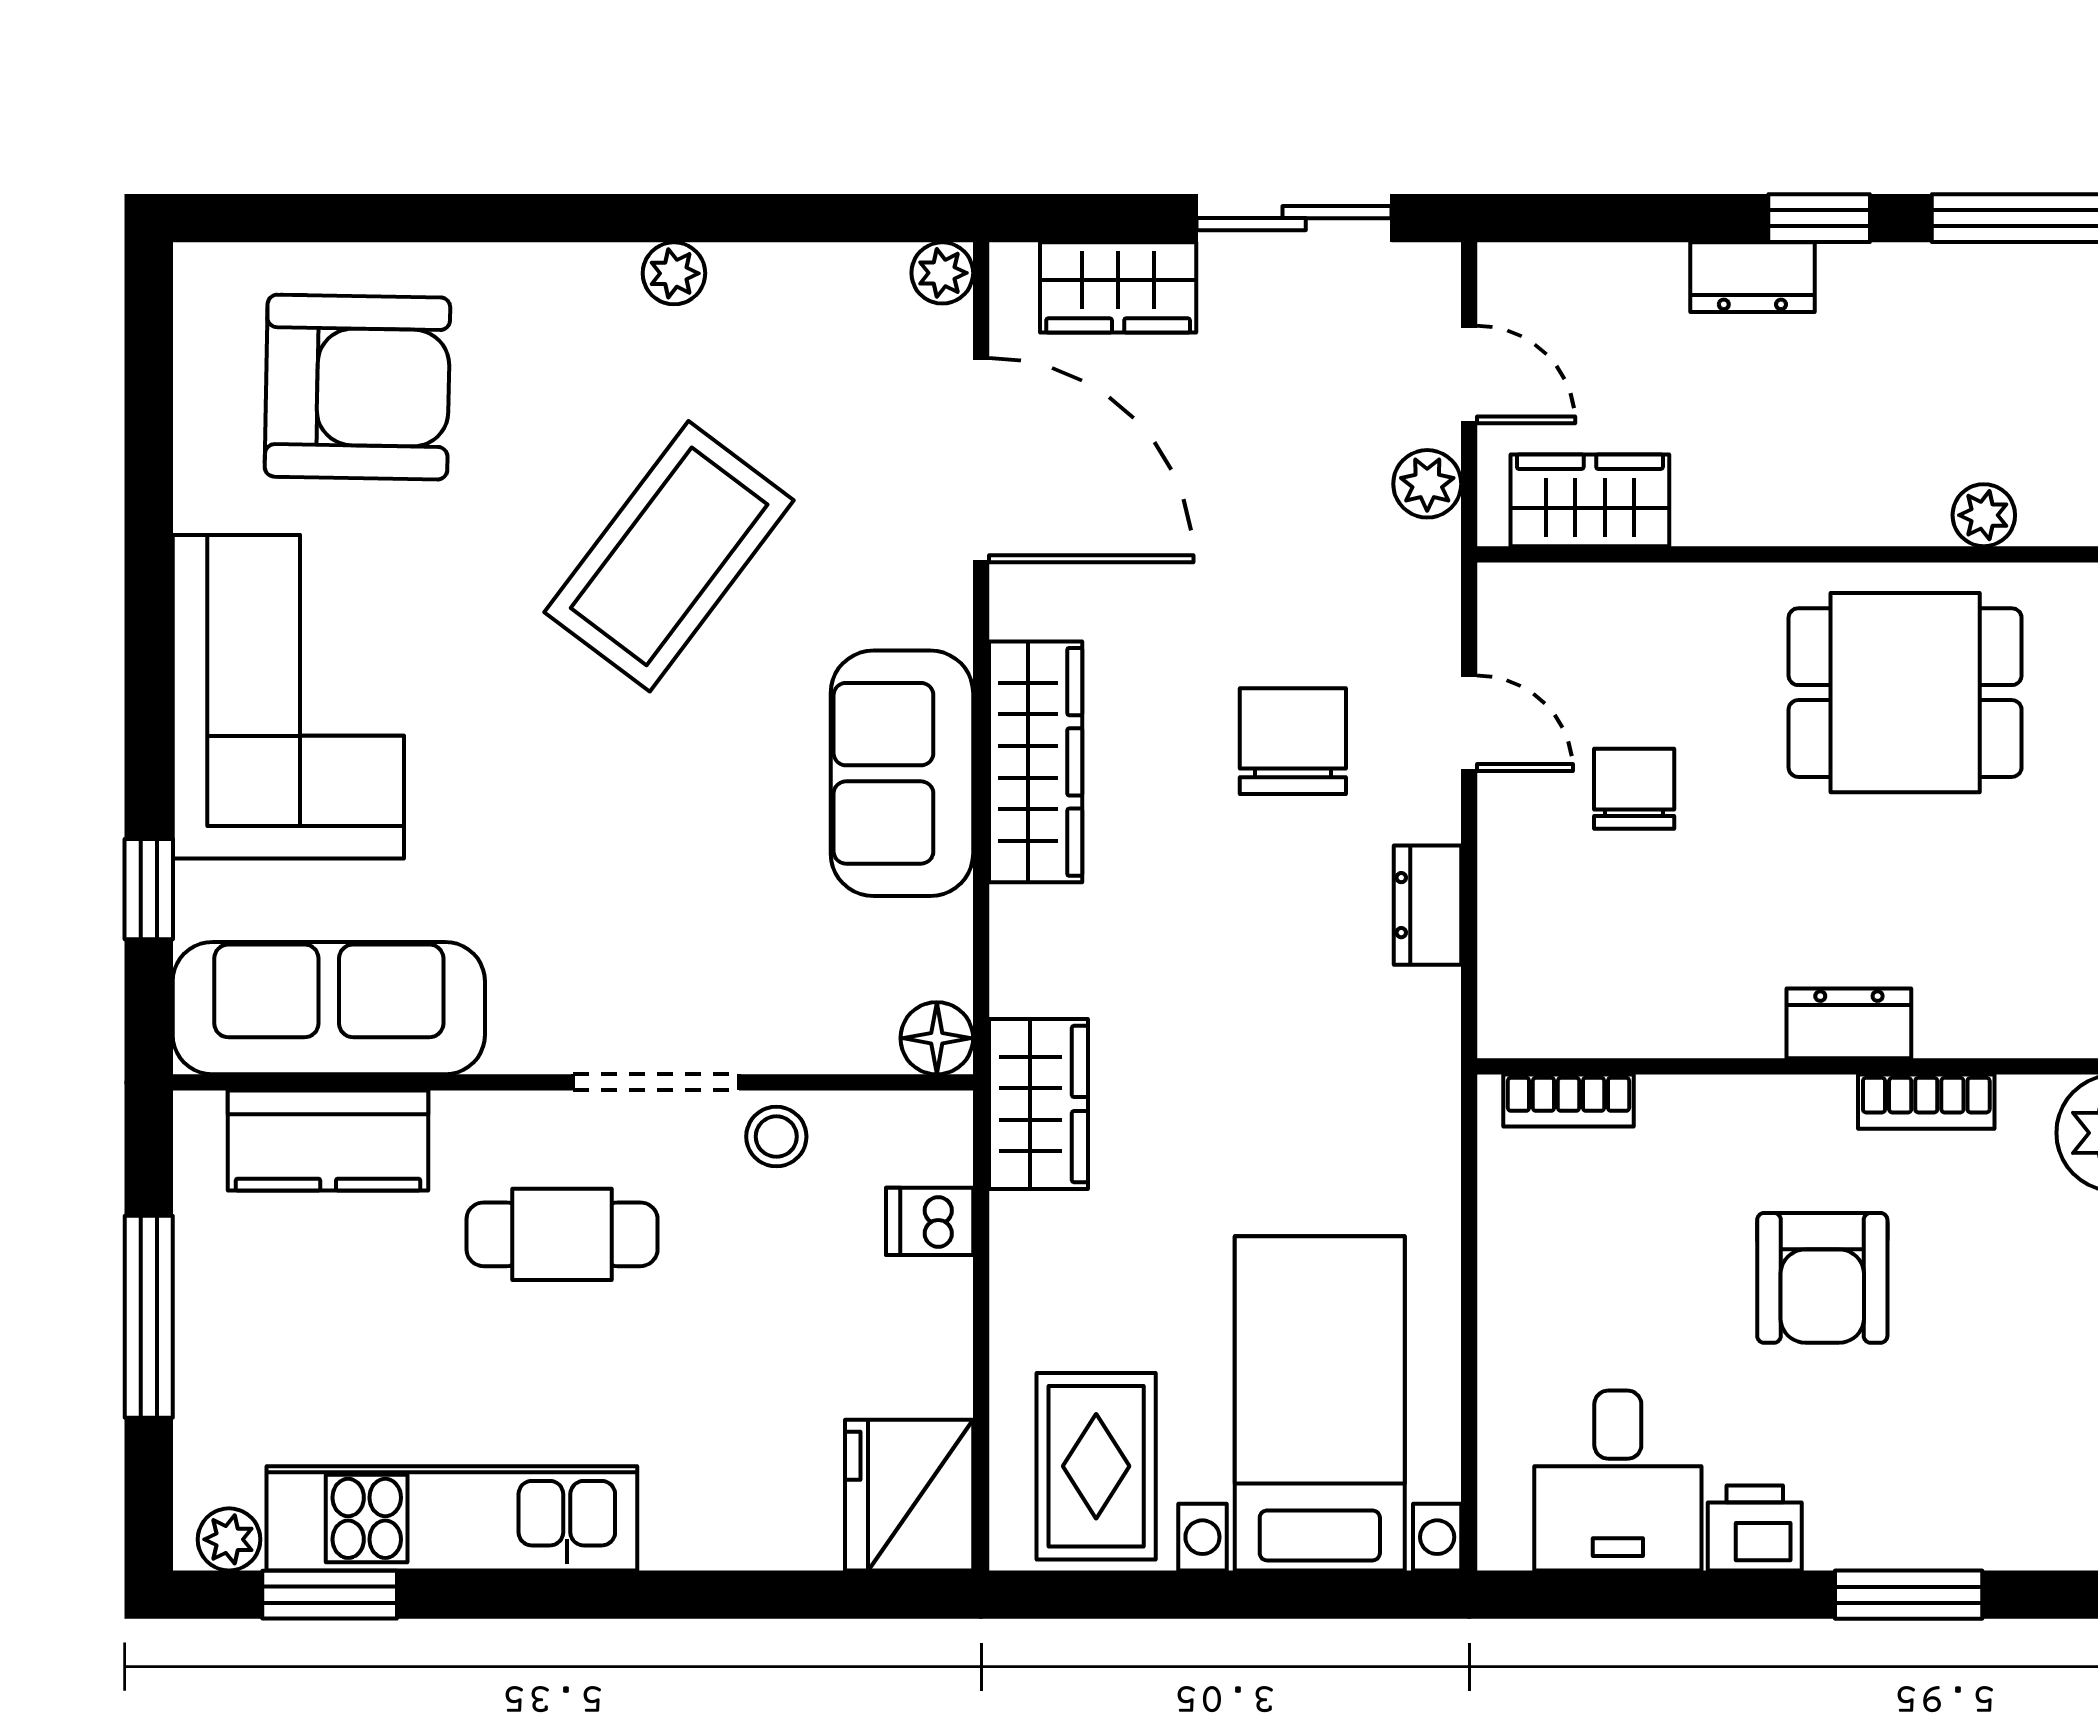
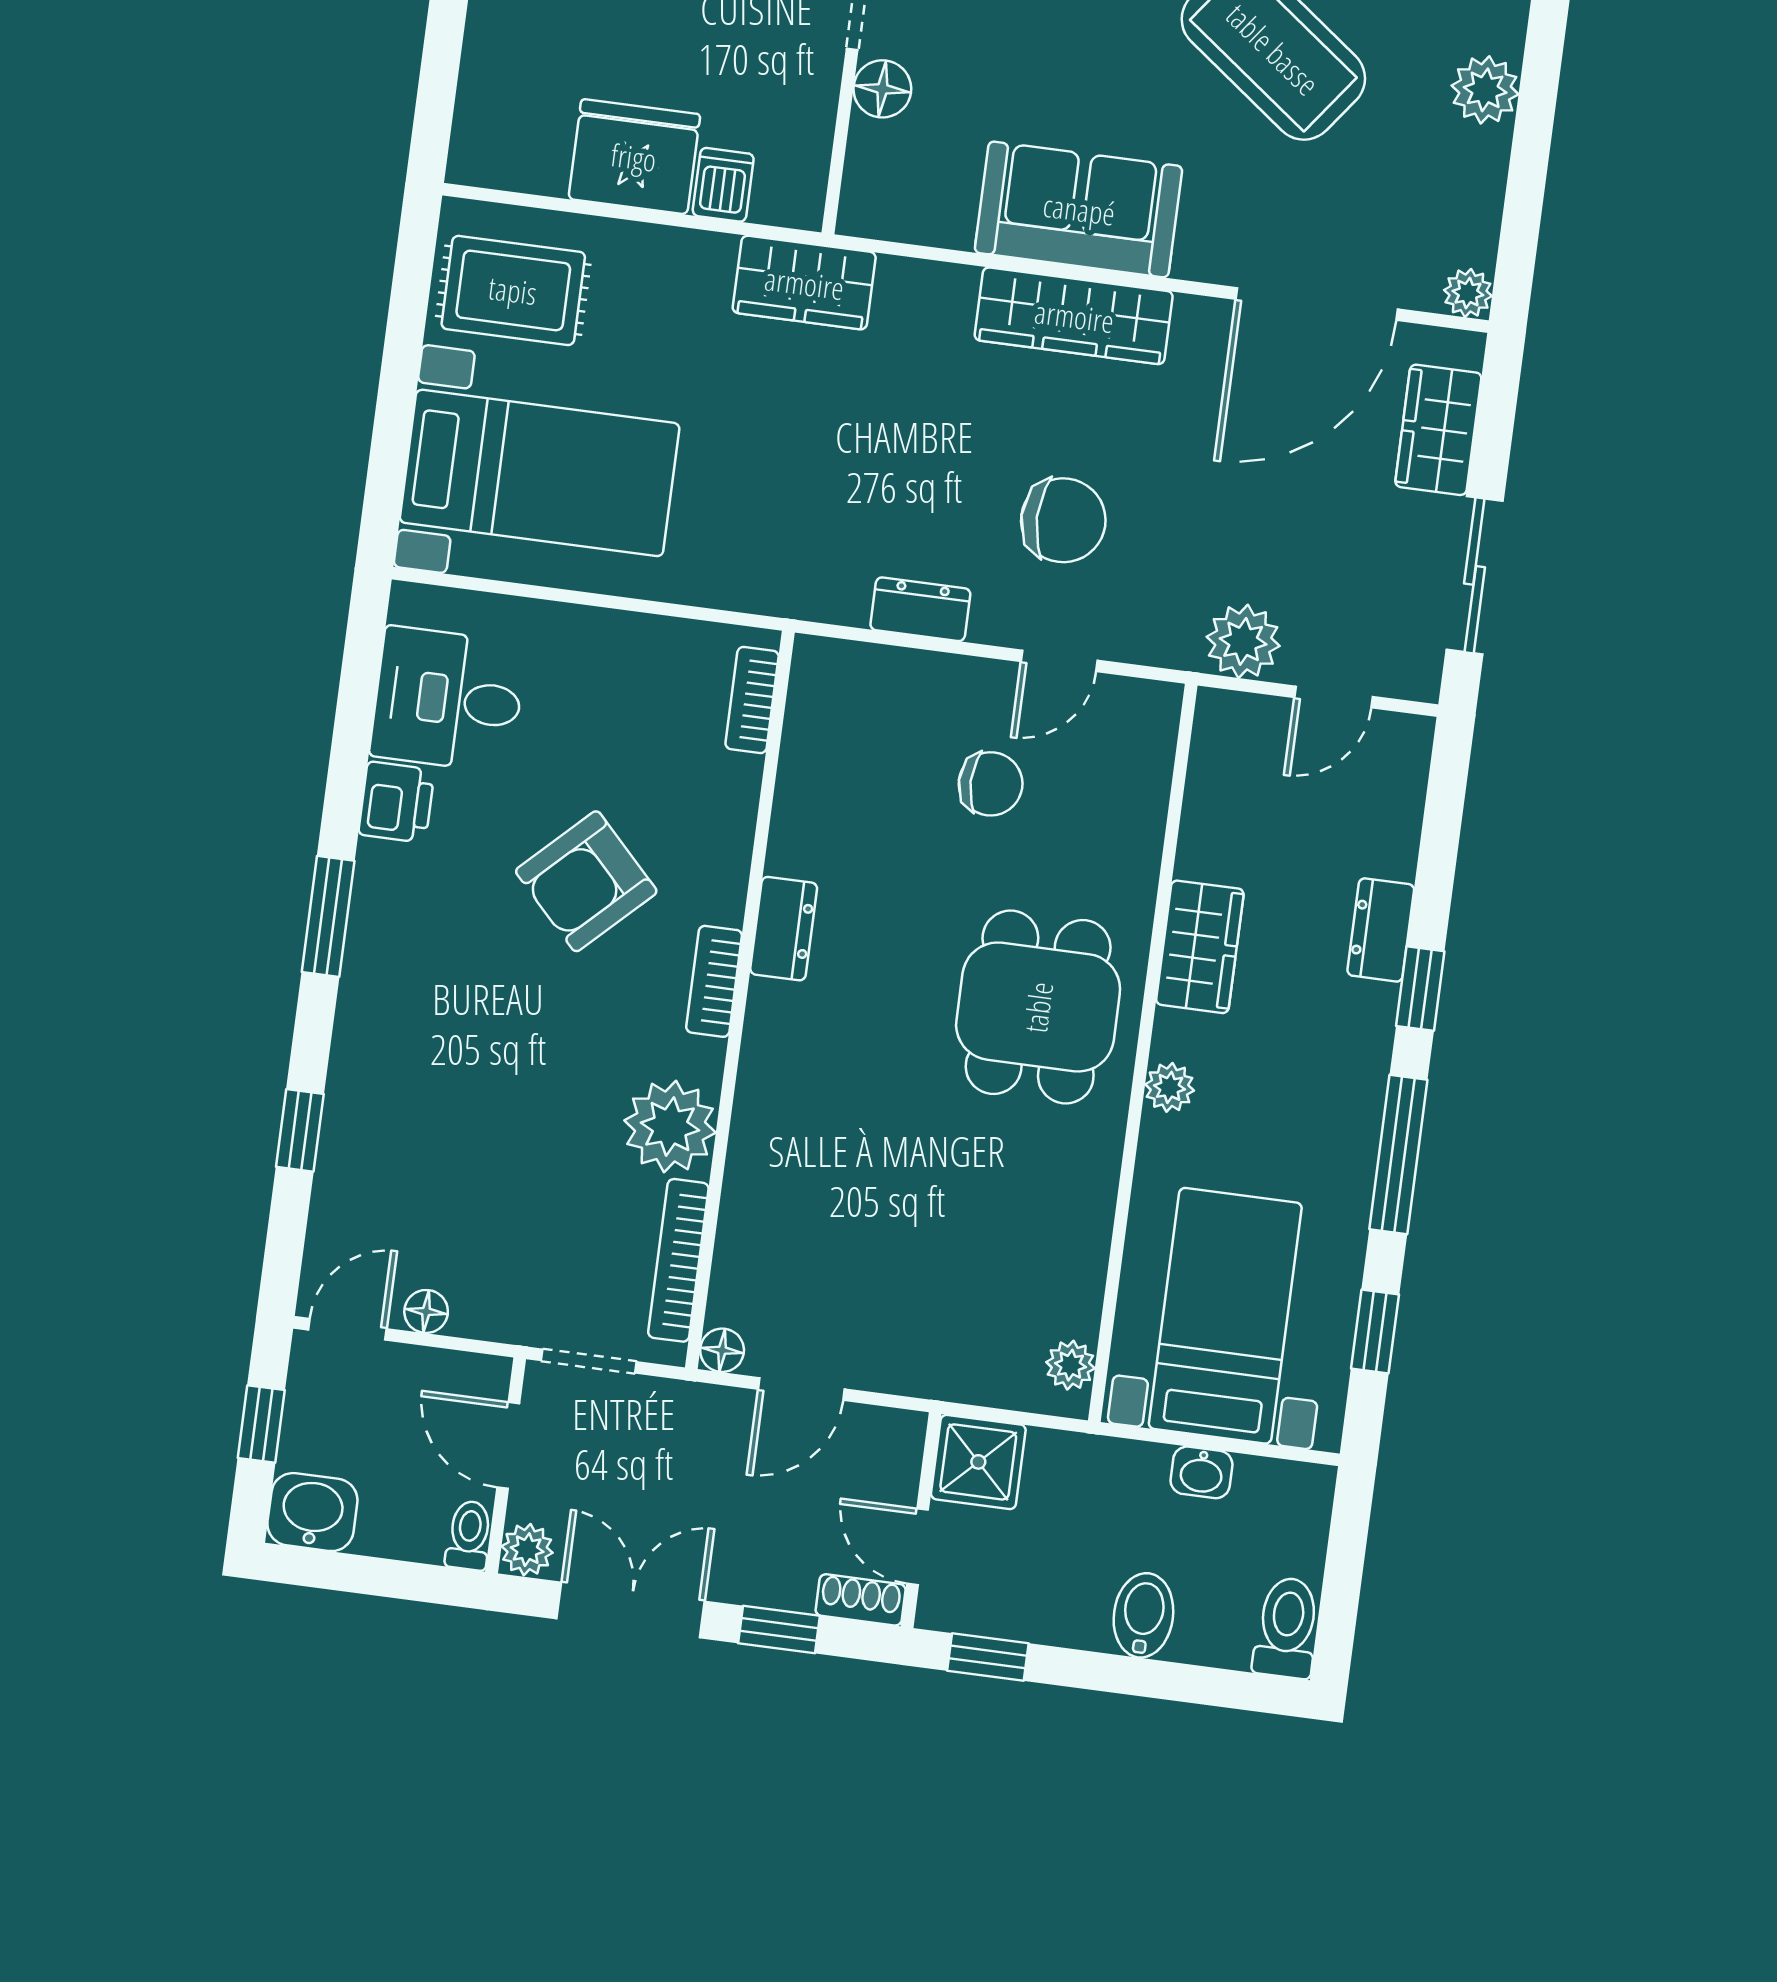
plant: (674, 273) -> (1485, 90), width x1.38, depth x1.38
plant: (1427, 484) -> (1243, 641), width x1.38, depth x1.38
wardrobe: (1590, 500) -> (1200, 947), moved
floor lamp: (937, 1038) -> (882, 89), moved
stool: (776, 1137) -> (806, 73), removed
armchair: (1822, 1278) -> (586, 881), turned -44
fridge: (909, 1495) -> (634, 157), moved

